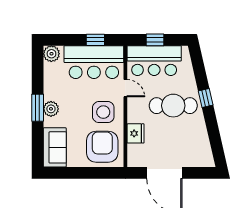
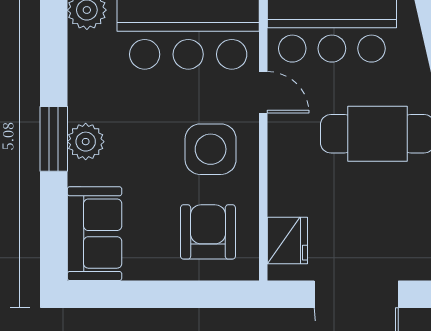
fridge: (135, 133) -> (287, 241), moved
armchair: (102, 147) -> (208, 232), width x0.73, depth x0.73

